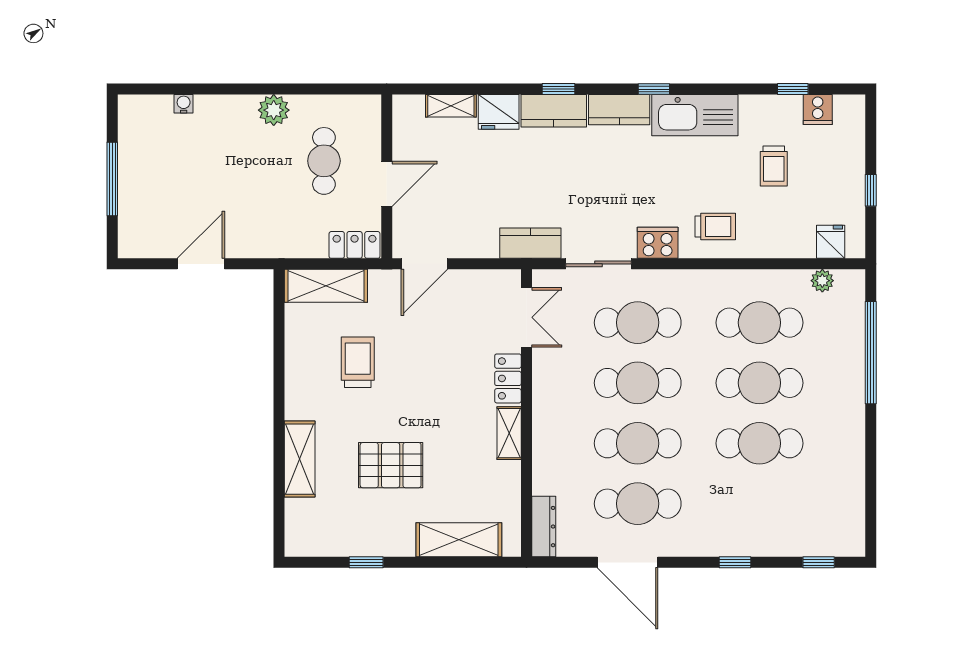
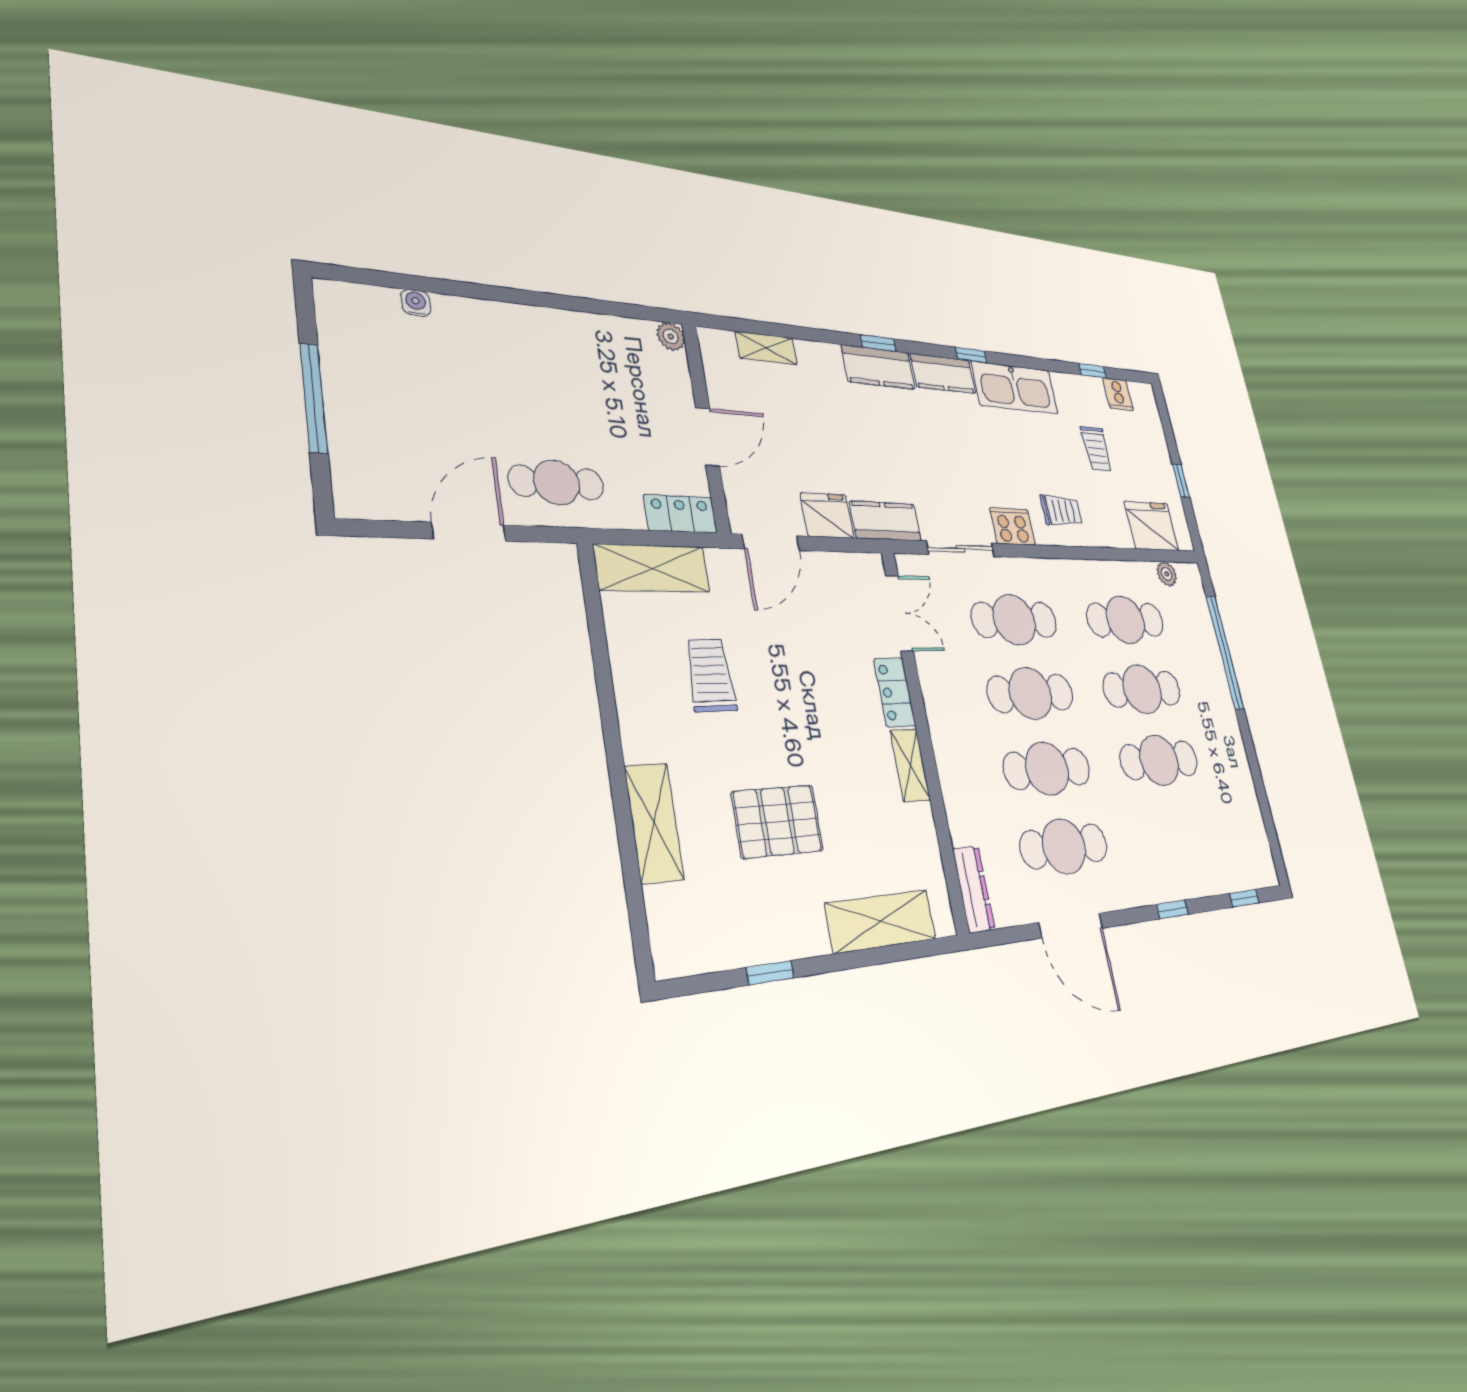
plant: (274, 110) -> (671, 336), moved, width x0.73, depth x0.73
fridge: (499, 112) -> (827, 516), moved, turned 180
cafe table: (324, 161) -> (556, 482), moved, turned 90
fridge: (831, 242) -> (1151, 526), width x1.88, depth x1.34

